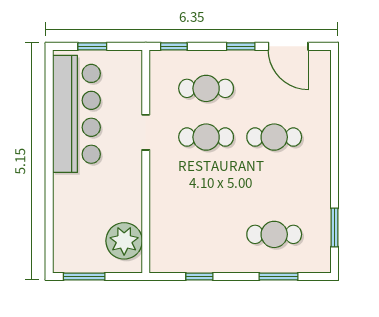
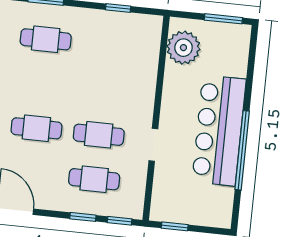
window: (92, 46) -> (175, 226), moved
window: (241, 46) -> (83, 217), moved
bar counter: (76, 114) -> (219, 131), moved
window: (49, 136) -> (242, 150), added

